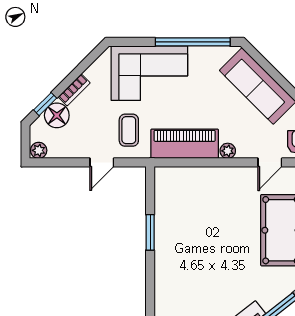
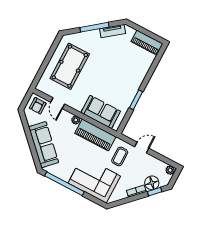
door: (270, 162) -> (58, 103), swing flipped
sofa: (195, 184) -> (101, 112), added

